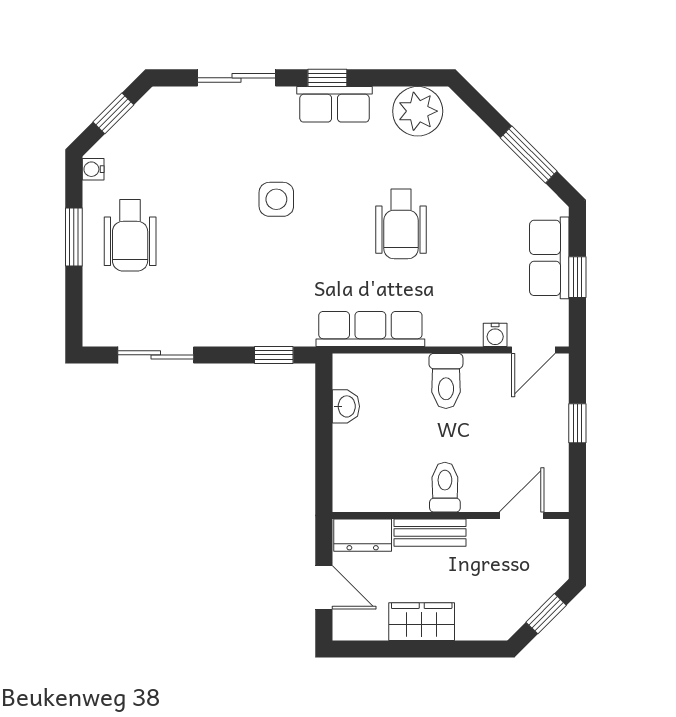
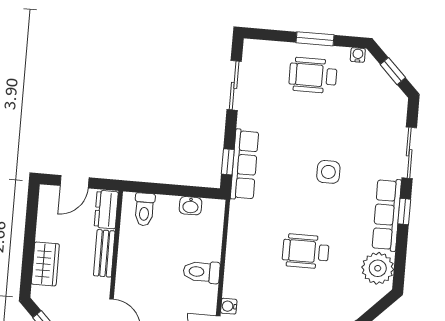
row of seats: (335, 104) -> (387, 215), width x1.48
row of seats: (370, 329) -> (244, 165), moved
toilet: (445, 487) -> (144, 209), moved, turned 90
wardrobe: (422, 622) -> (45, 264), moved

